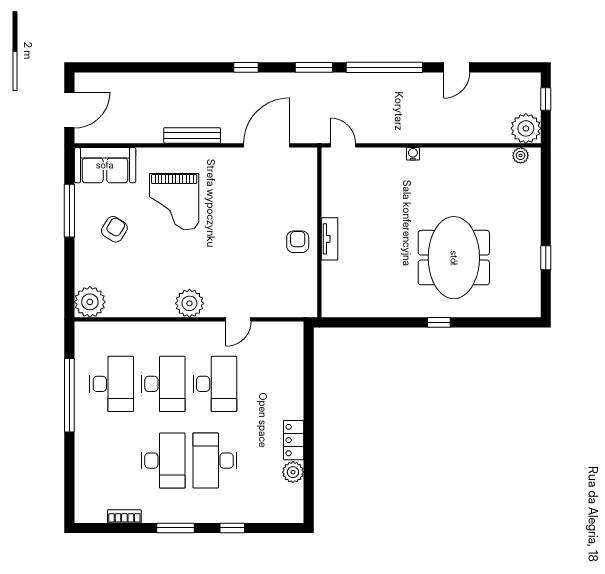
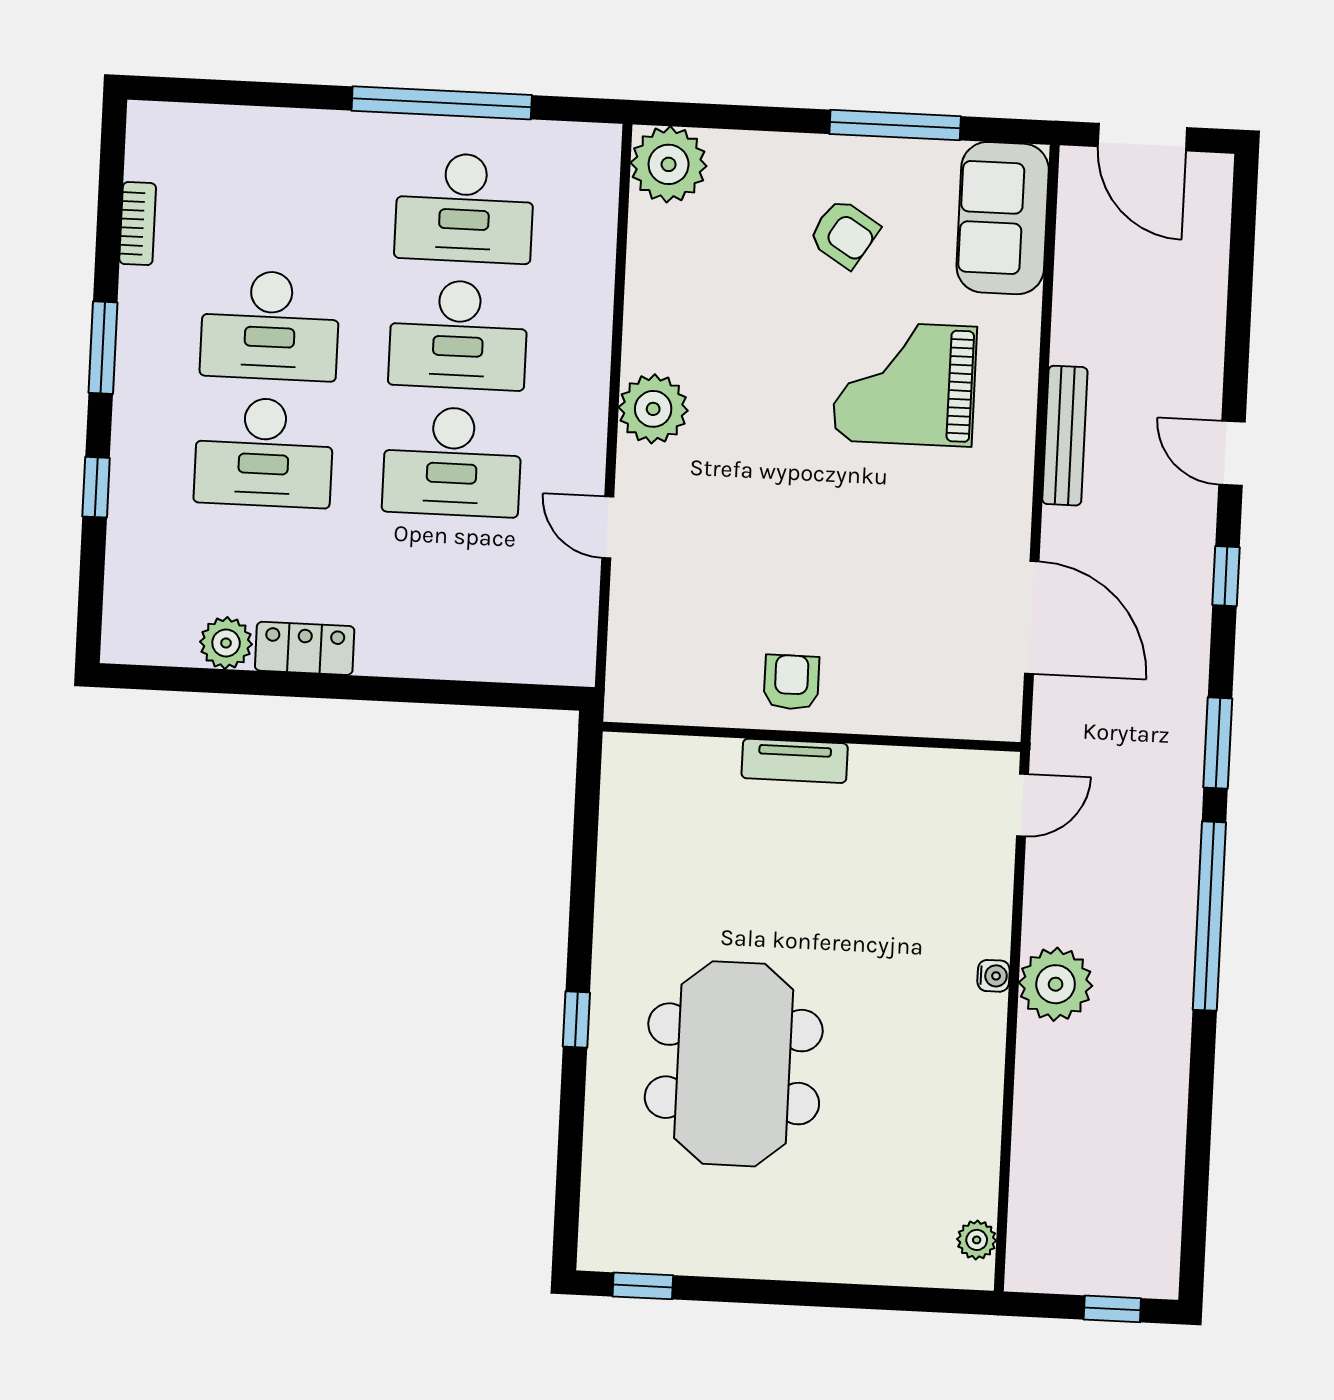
door: (457, 67) -> (1232, 453), moved
plant: (526, 128) -> (1056, 984), moved
armchair: (298, 242) -> (791, 682), turned -90
meeting table: (454, 258) -> (734, 1064), turned 90
window: (546, 258) -> (643, 1286), moved
desk: (215, 461) -> (264, 452), turned 180

